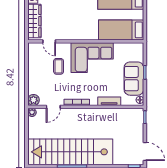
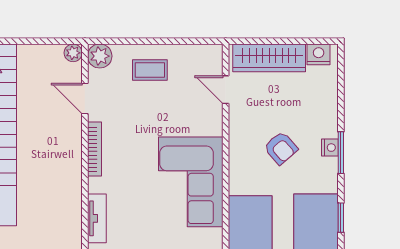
armchair: (76, 16) -> (281, 148), added
door: (49, 41) -> (226, 90), hinge flipped
coffee table: (59, 66) -> (150, 70), moved

